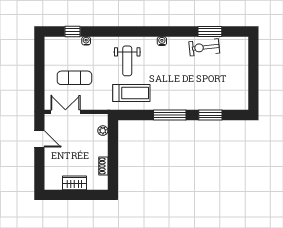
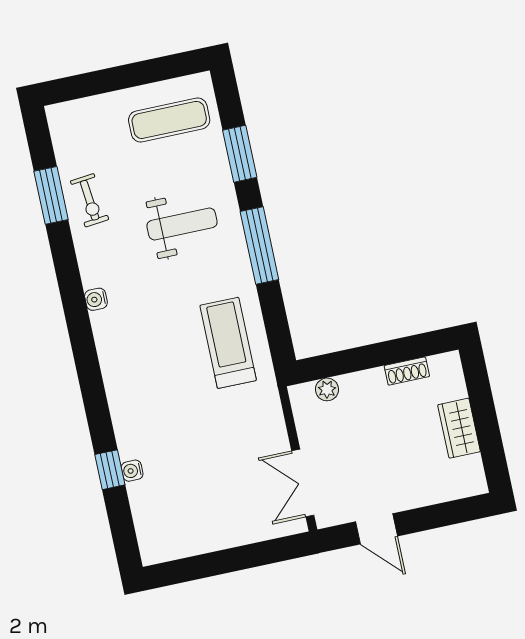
window: (72, 31) -> (110, 470), moved
exercise bike: (204, 47) -> (90, 200), width x0.73, depth x0.72
weight bench: (127, 61) -> (182, 224), moved
exercise mat: (74, 78) -> (169, 120), moved, turned 90
door: (39, 139) -> (376, 529), swing flipped

